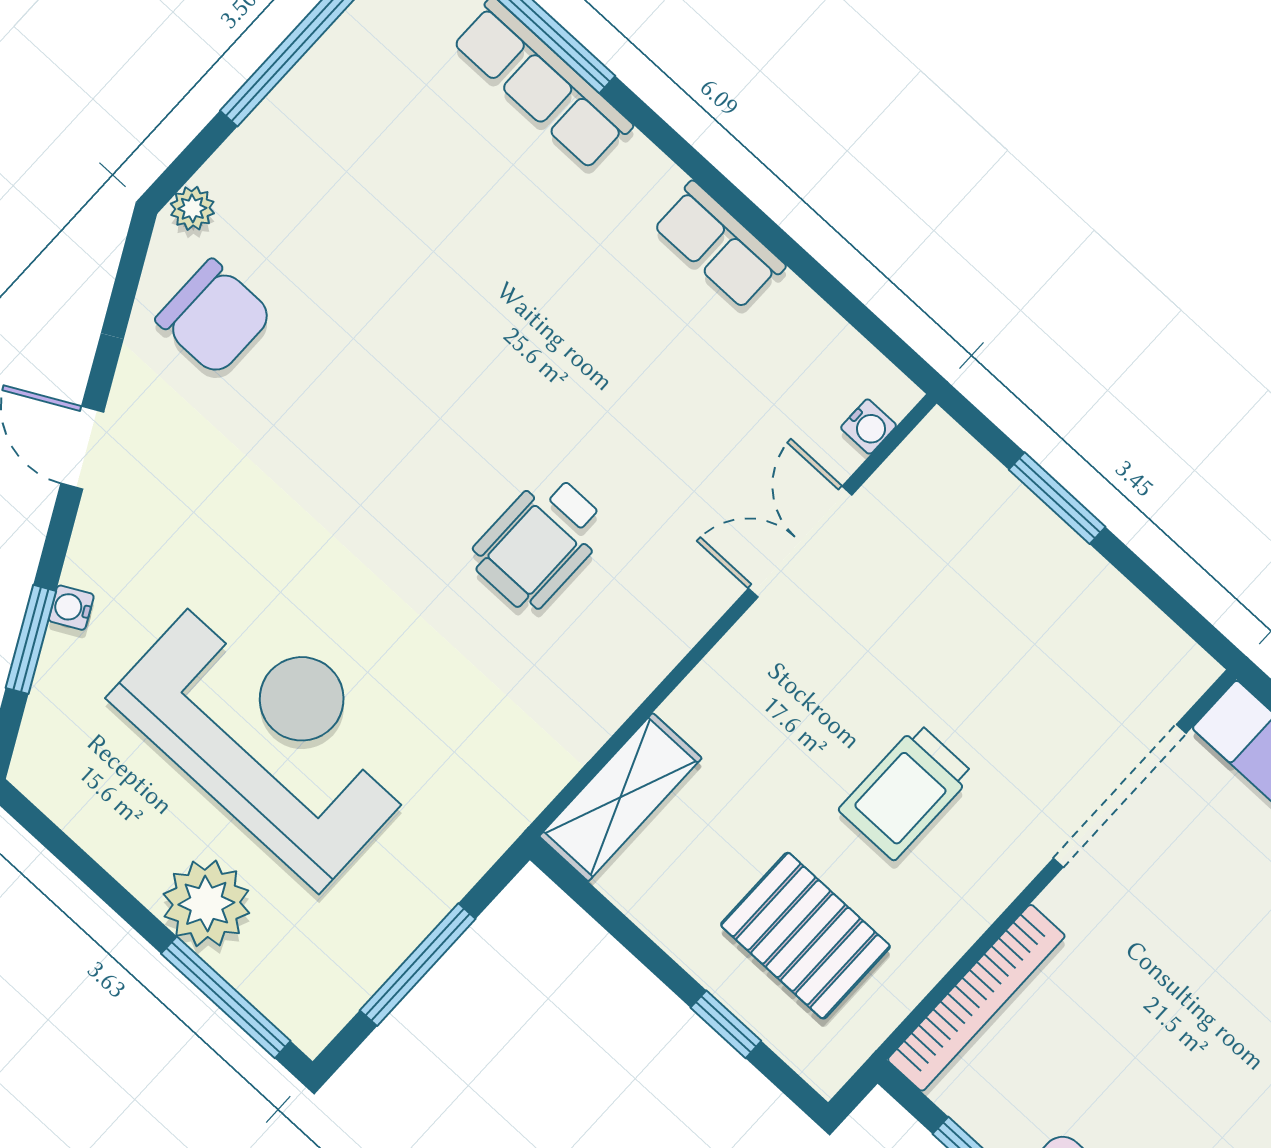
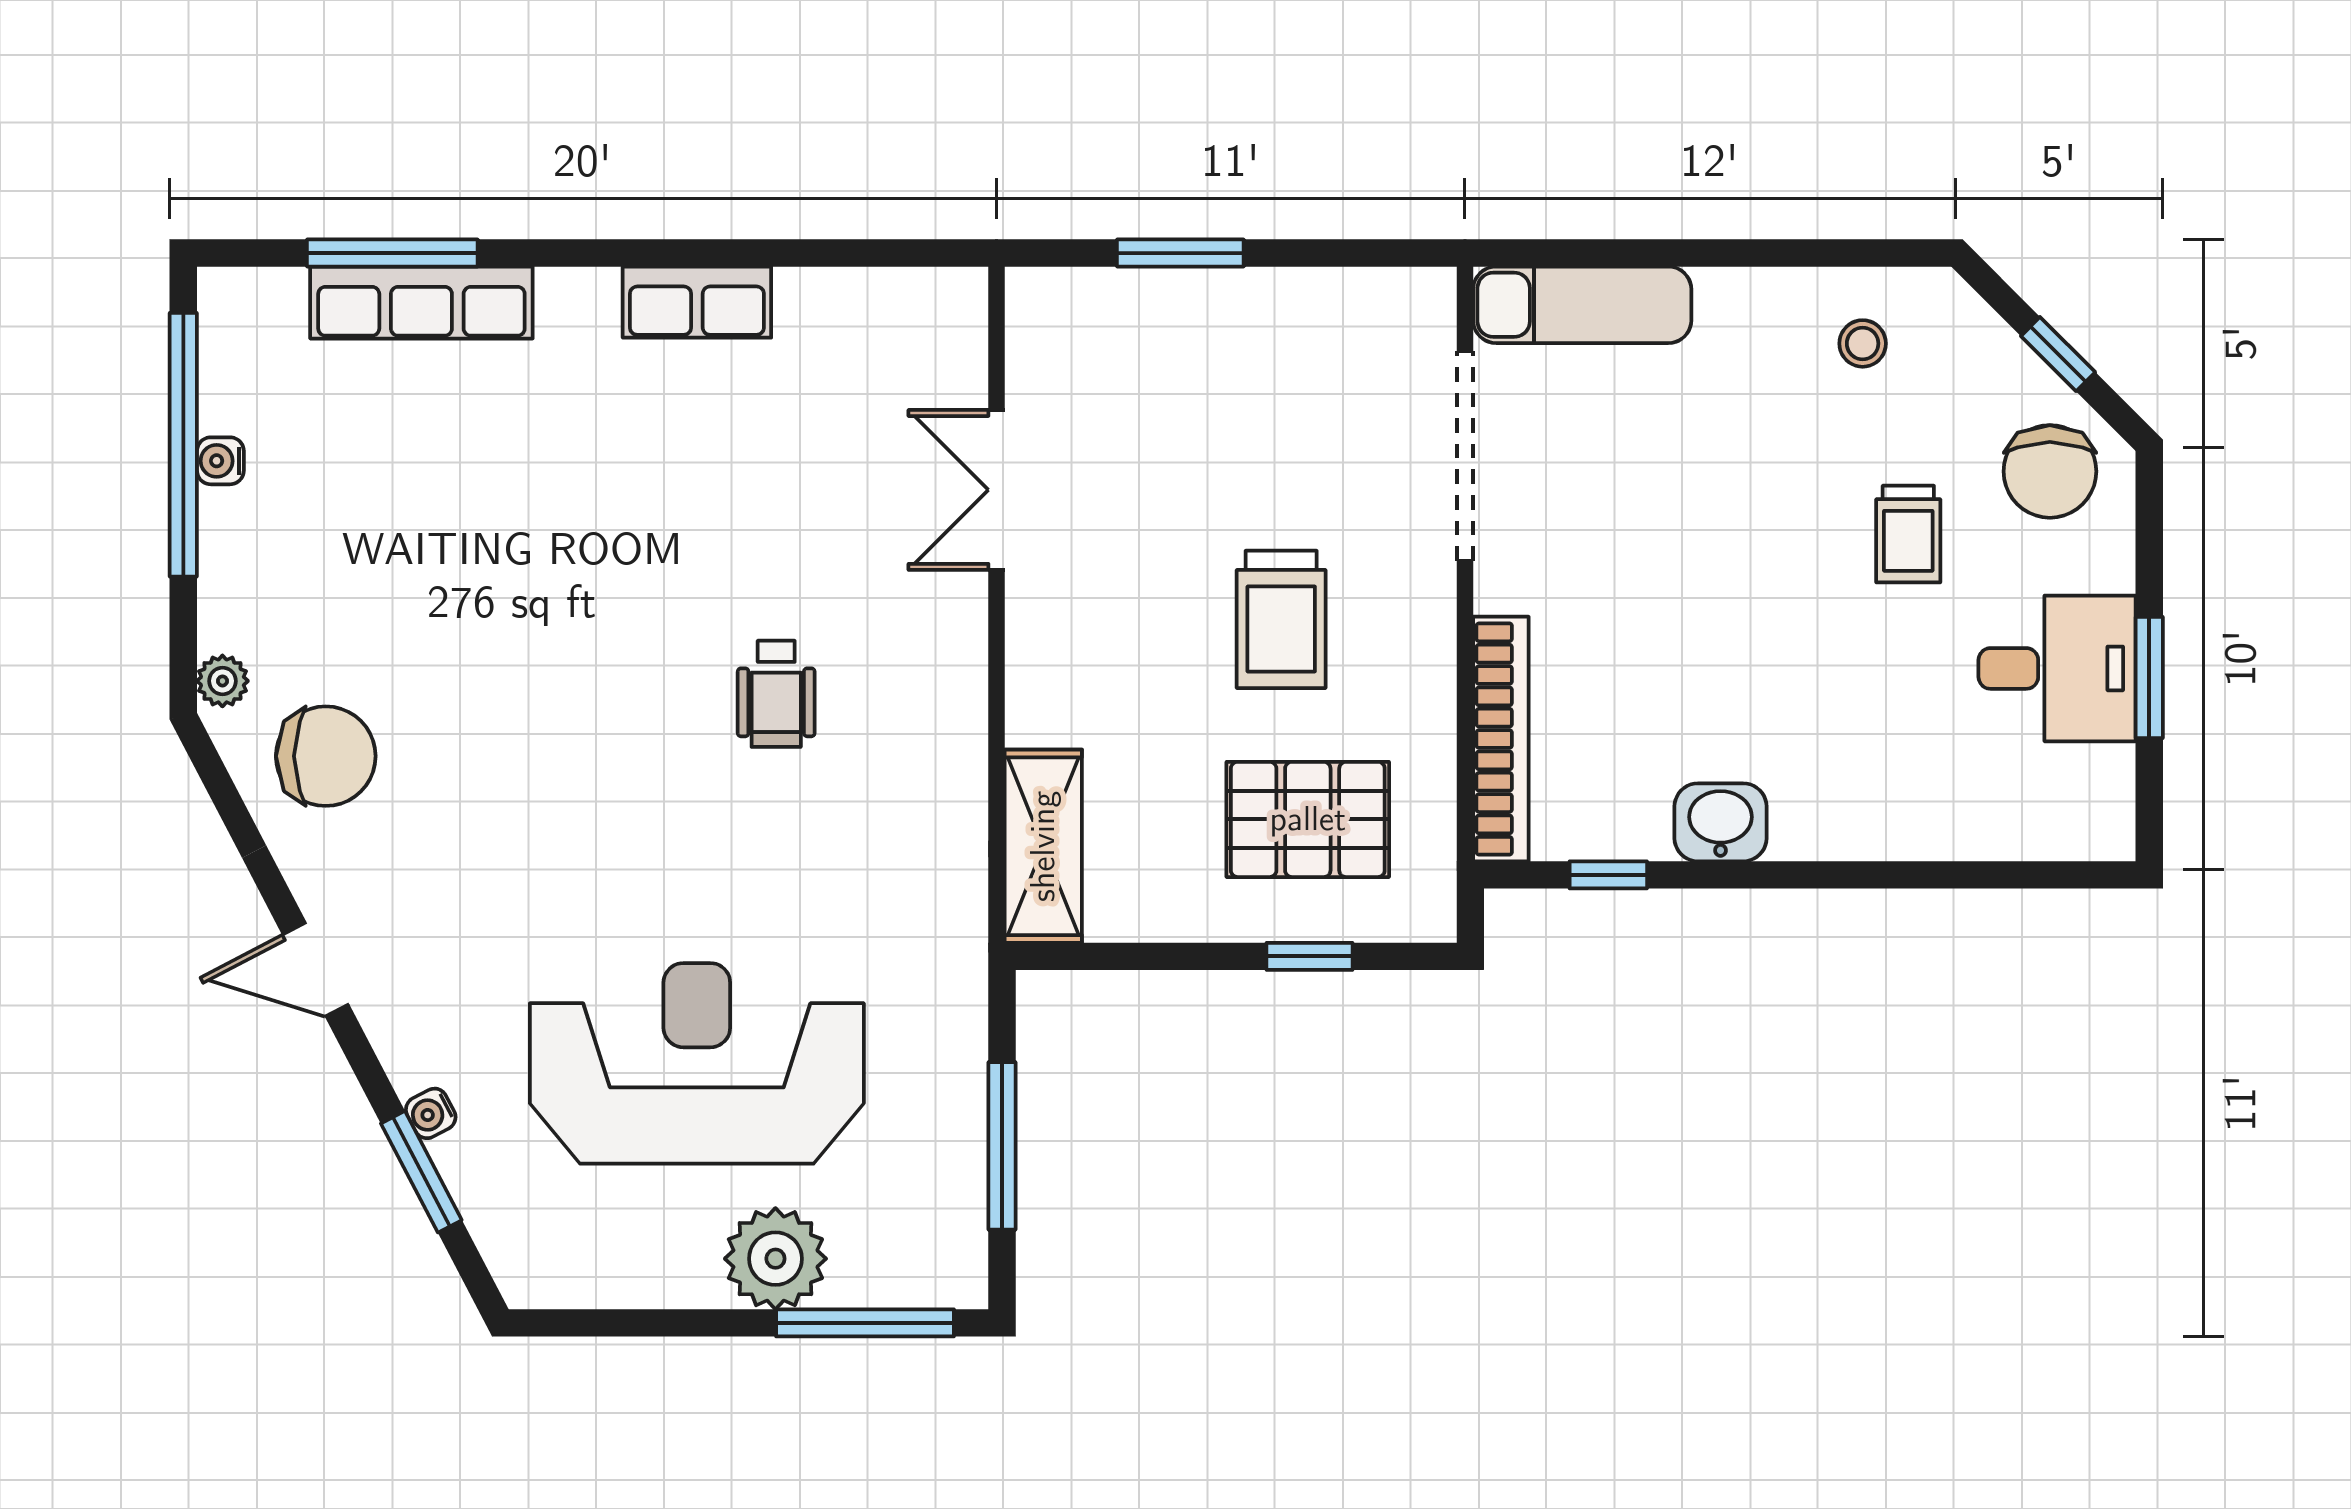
water cooler: (869, 427) -> (220, 461), moved, turned 180
wheelchair: (539, 542) -> (776, 694), width x0.73, depth x0.73

